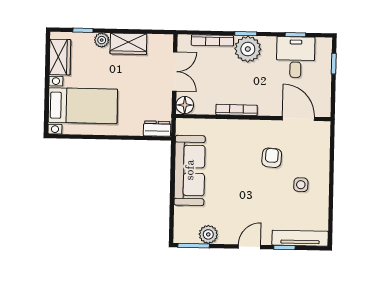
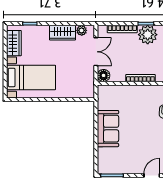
plant: (102, 40) -> (82, 30), moved
dresser: (157, 129) -> (84, 93), removed
sofa: (190, 170) -> (108, 129), width x0.73
plant: (208, 234) -> (122, 167), removed

